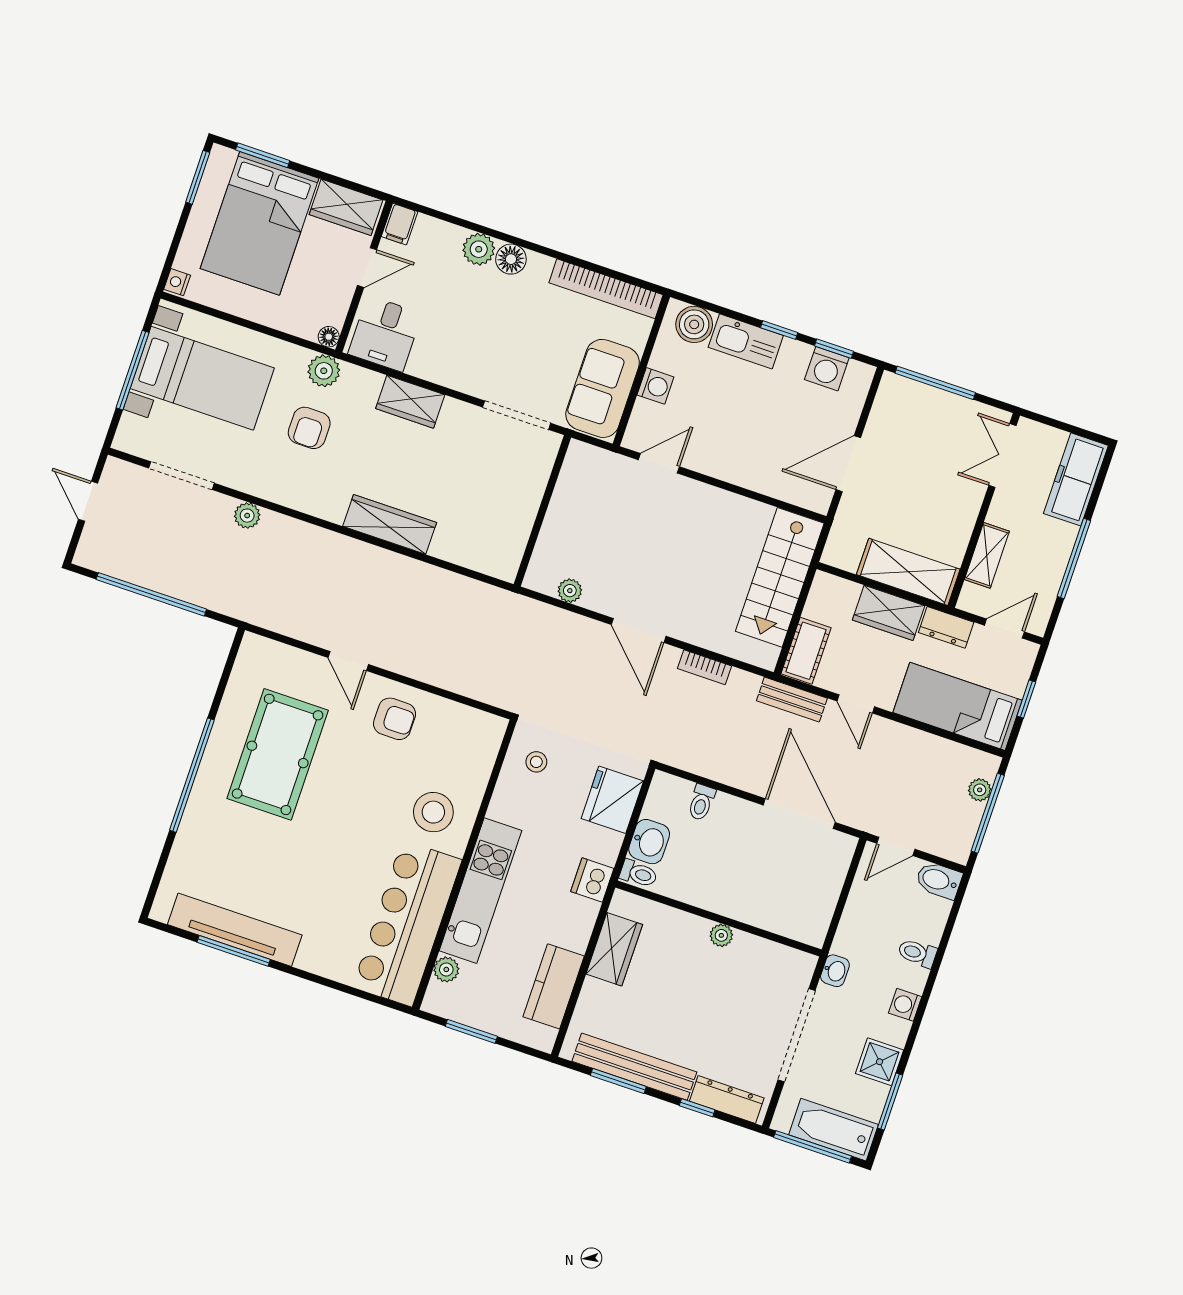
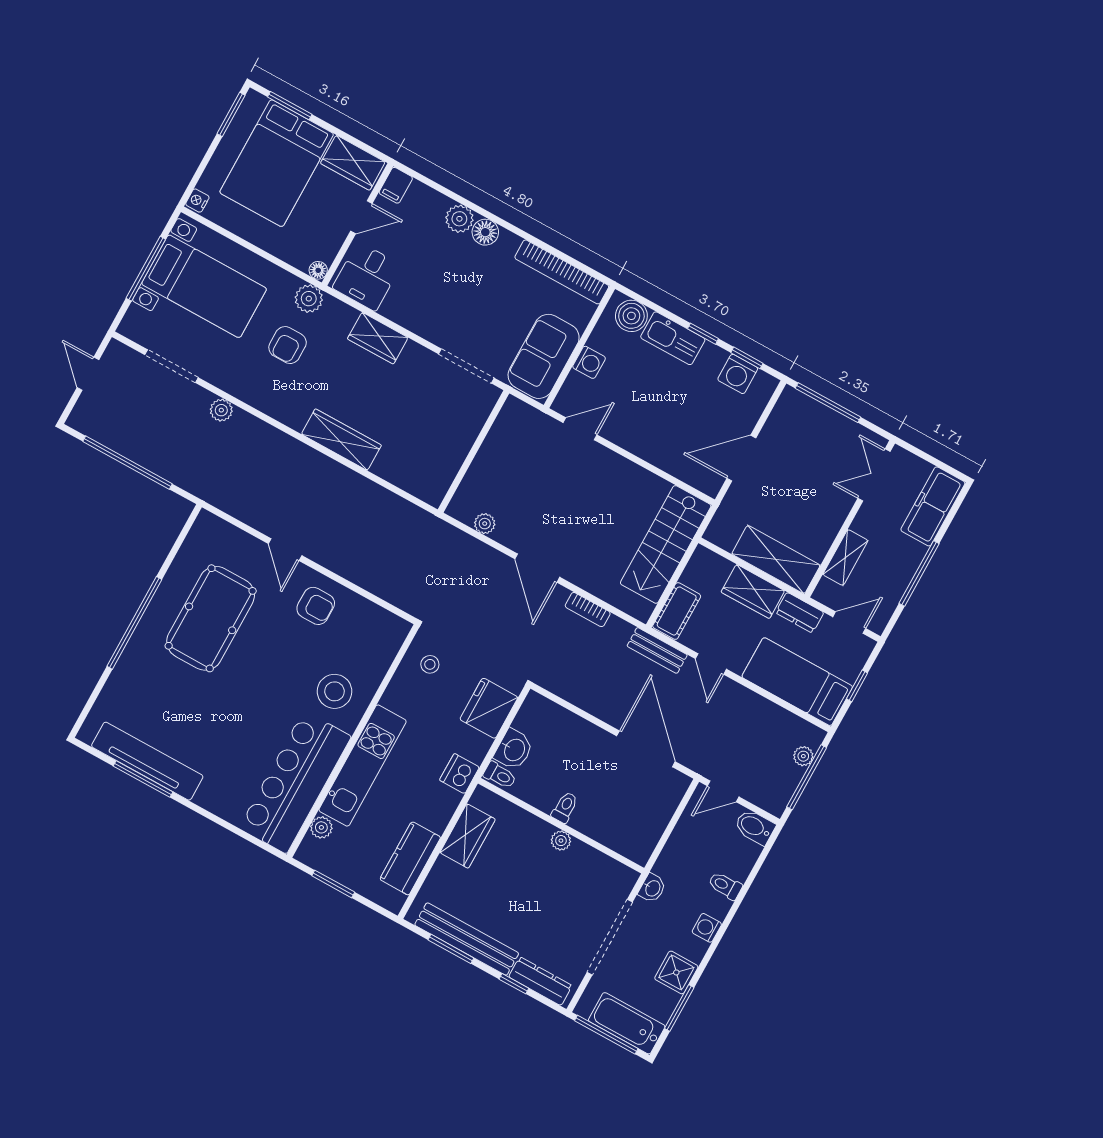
toilet: (701, 802) -> (565, 807), moved, turned 180

